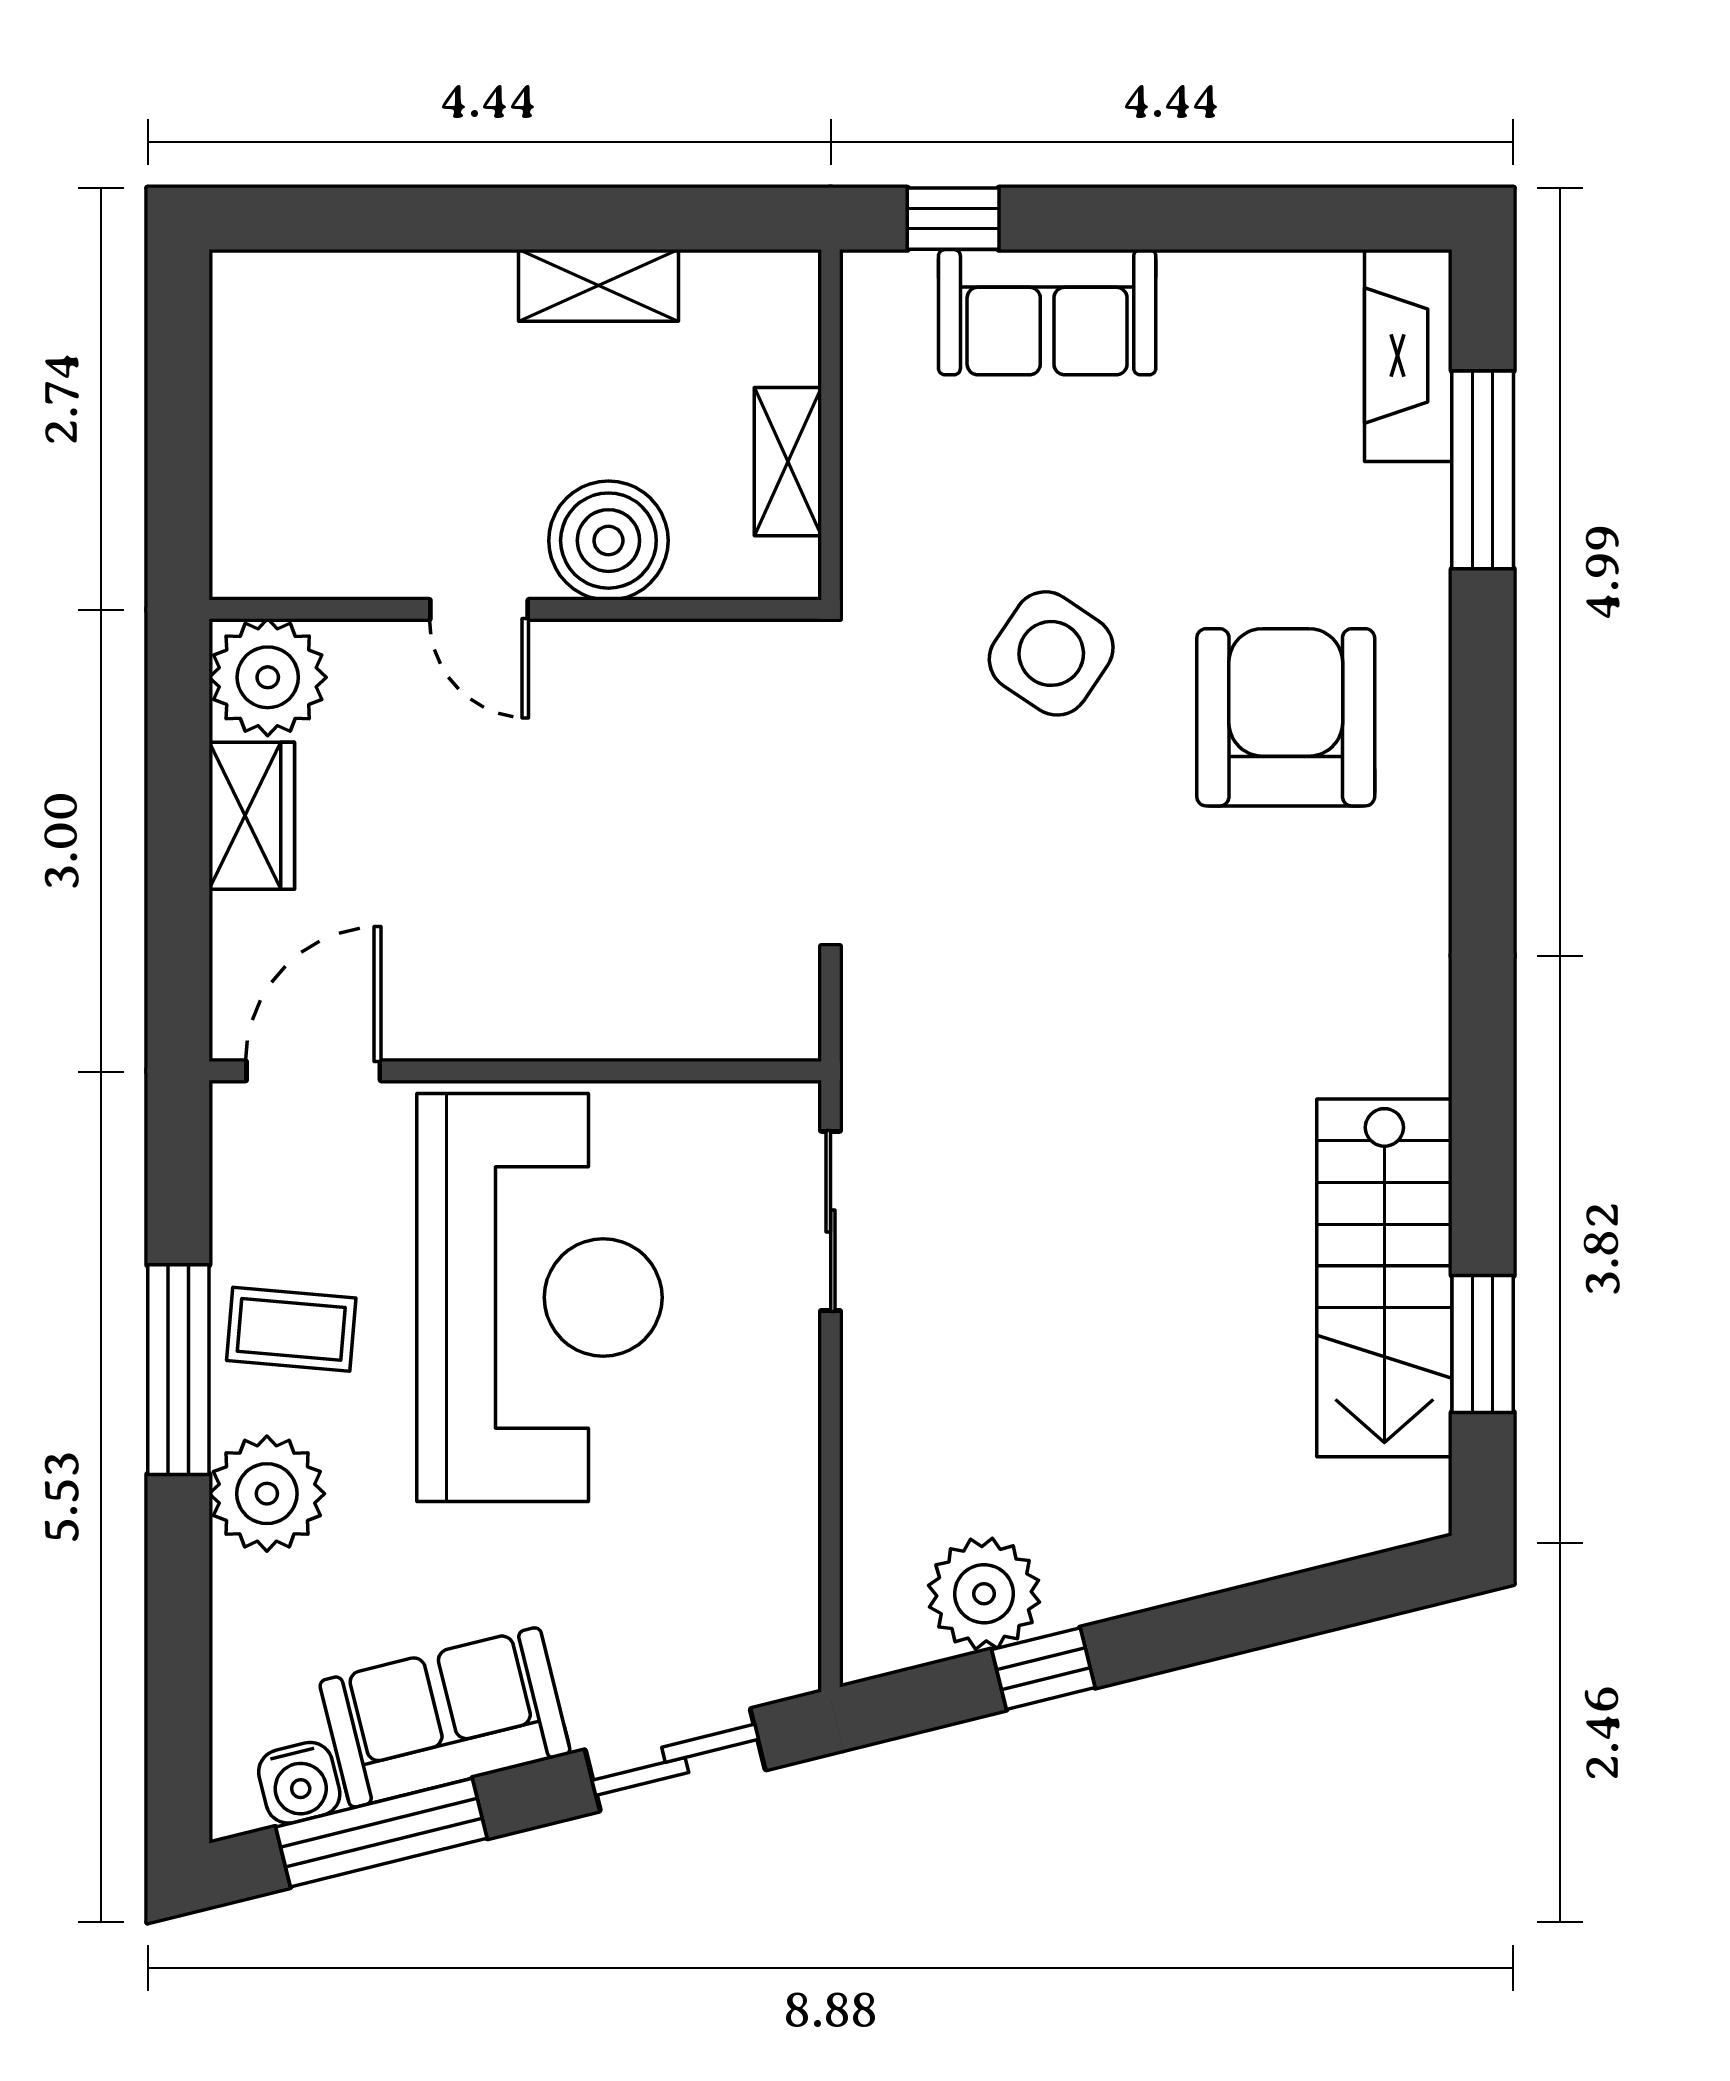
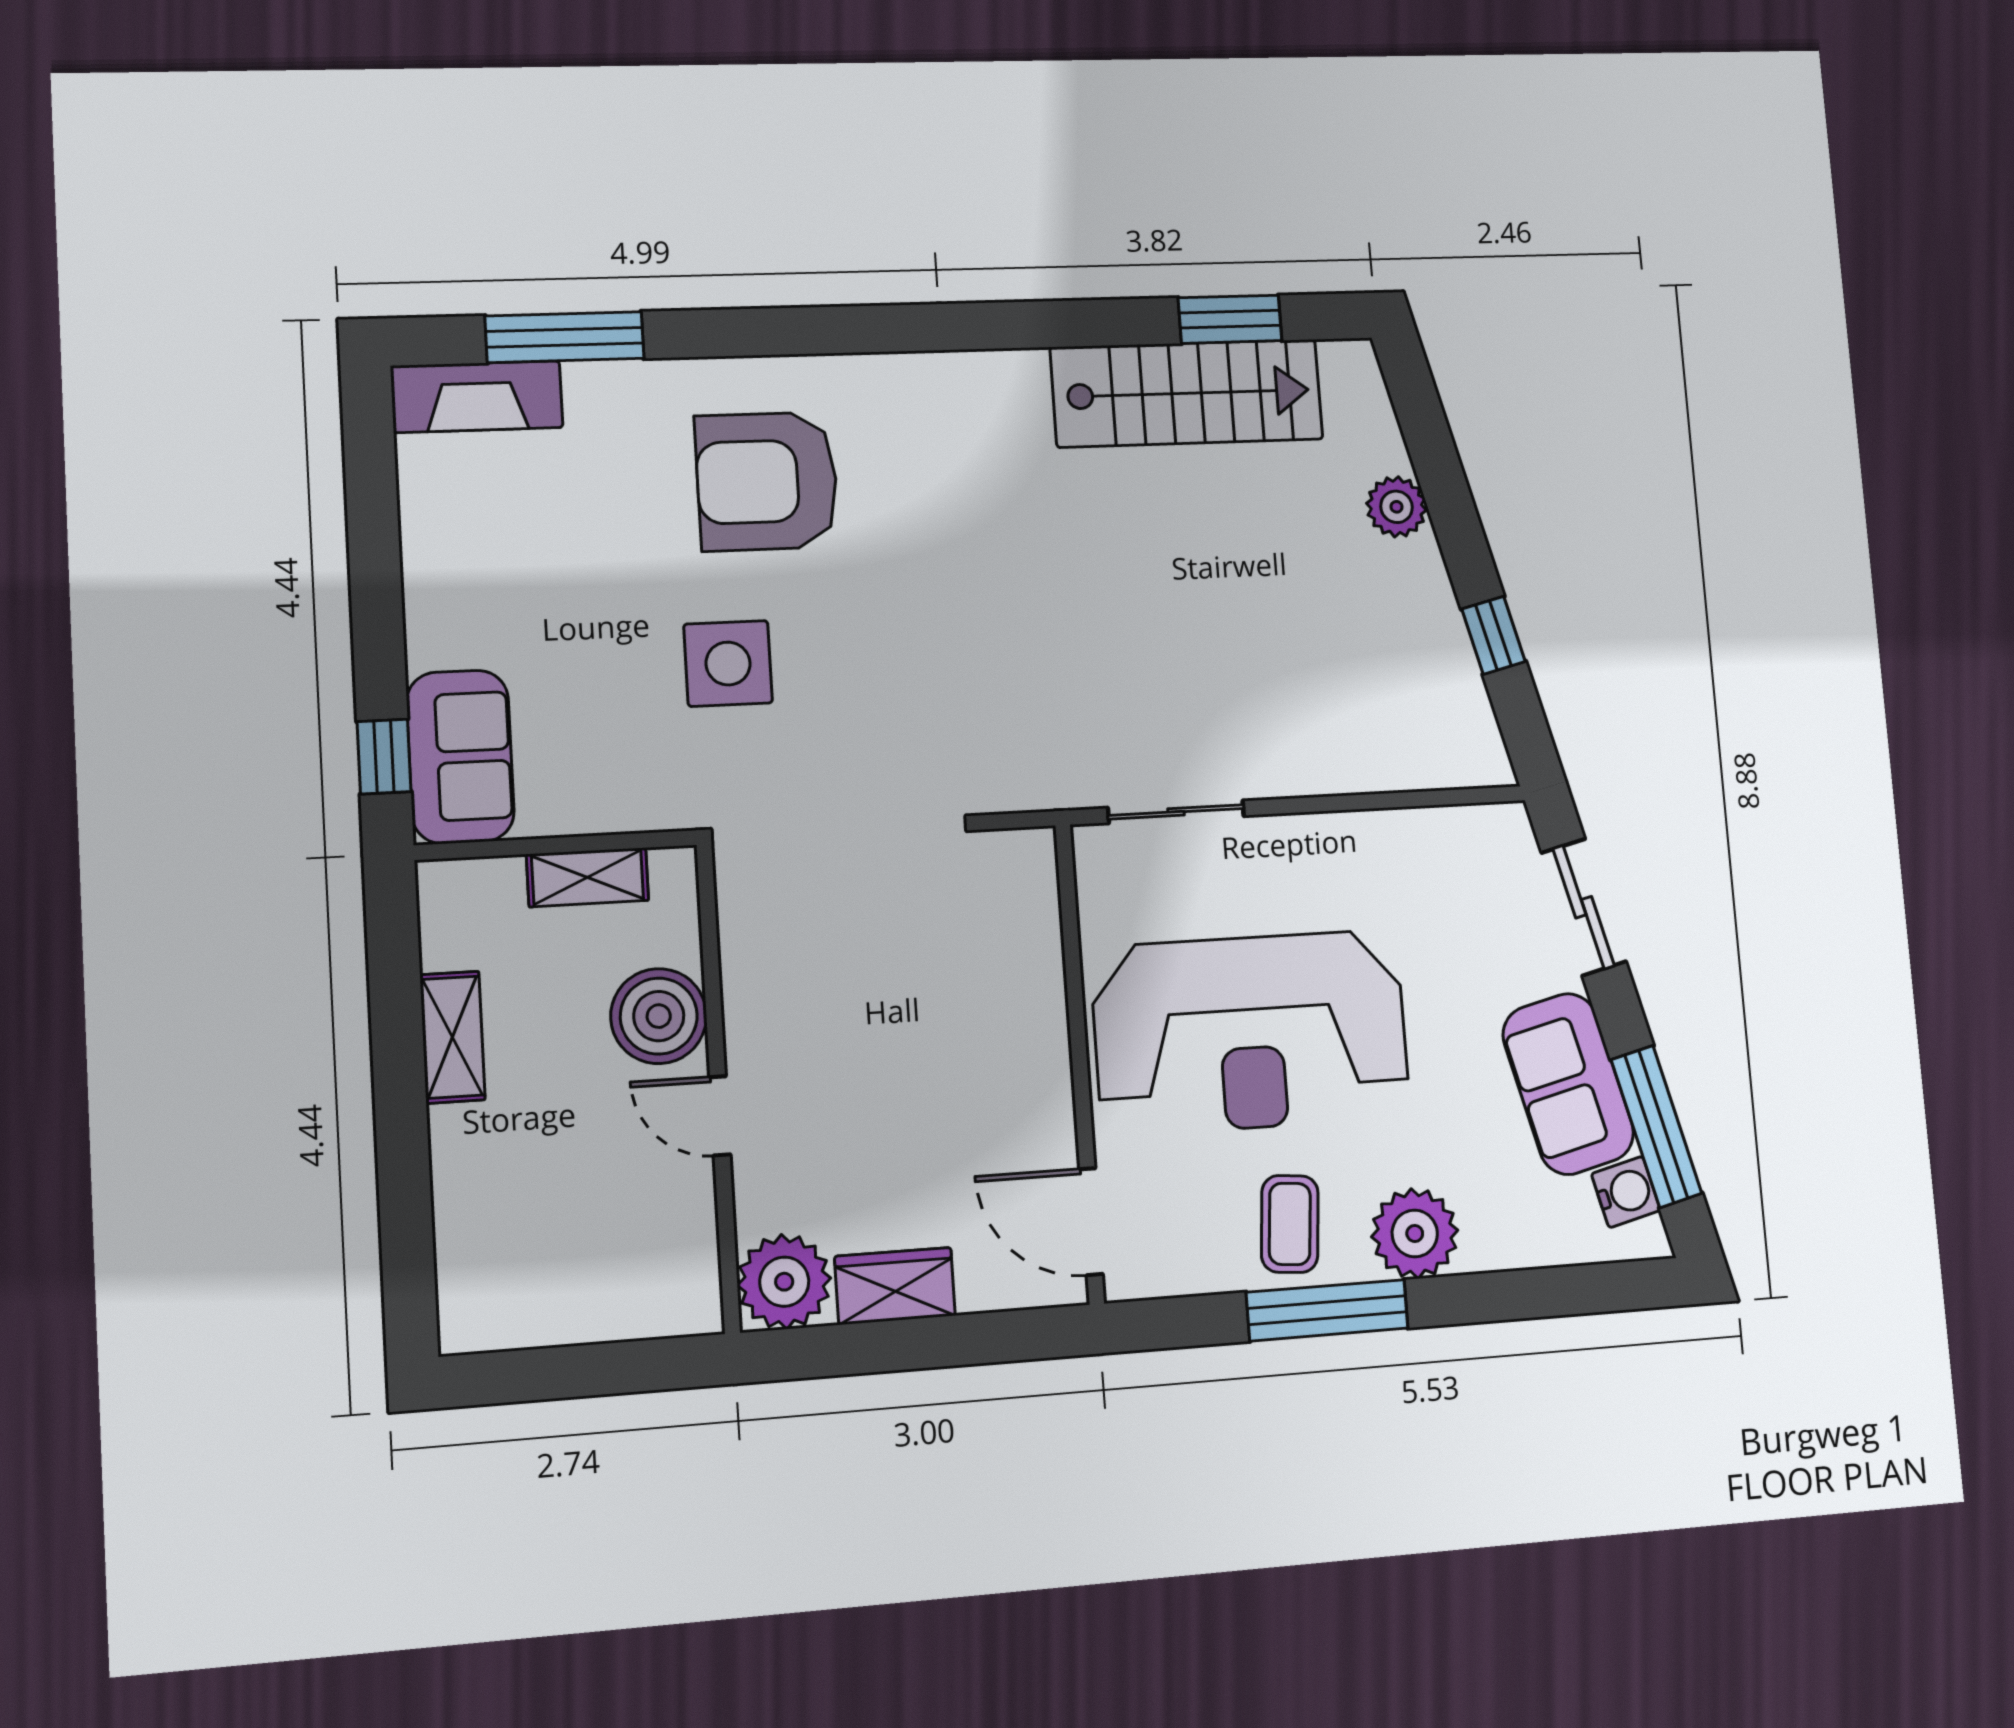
sofa: (1047, 312) -> (460, 757), moved
door: (479, 609) -> (720, 1116), swing flipped
side table: (1051, 653) -> (728, 664), turned -34
reception desk: (539, 1297) -> (1251, 1032), turned 180
plant: (984, 1594) -> (1396, 507), moved, width x0.73, depth x0.73

